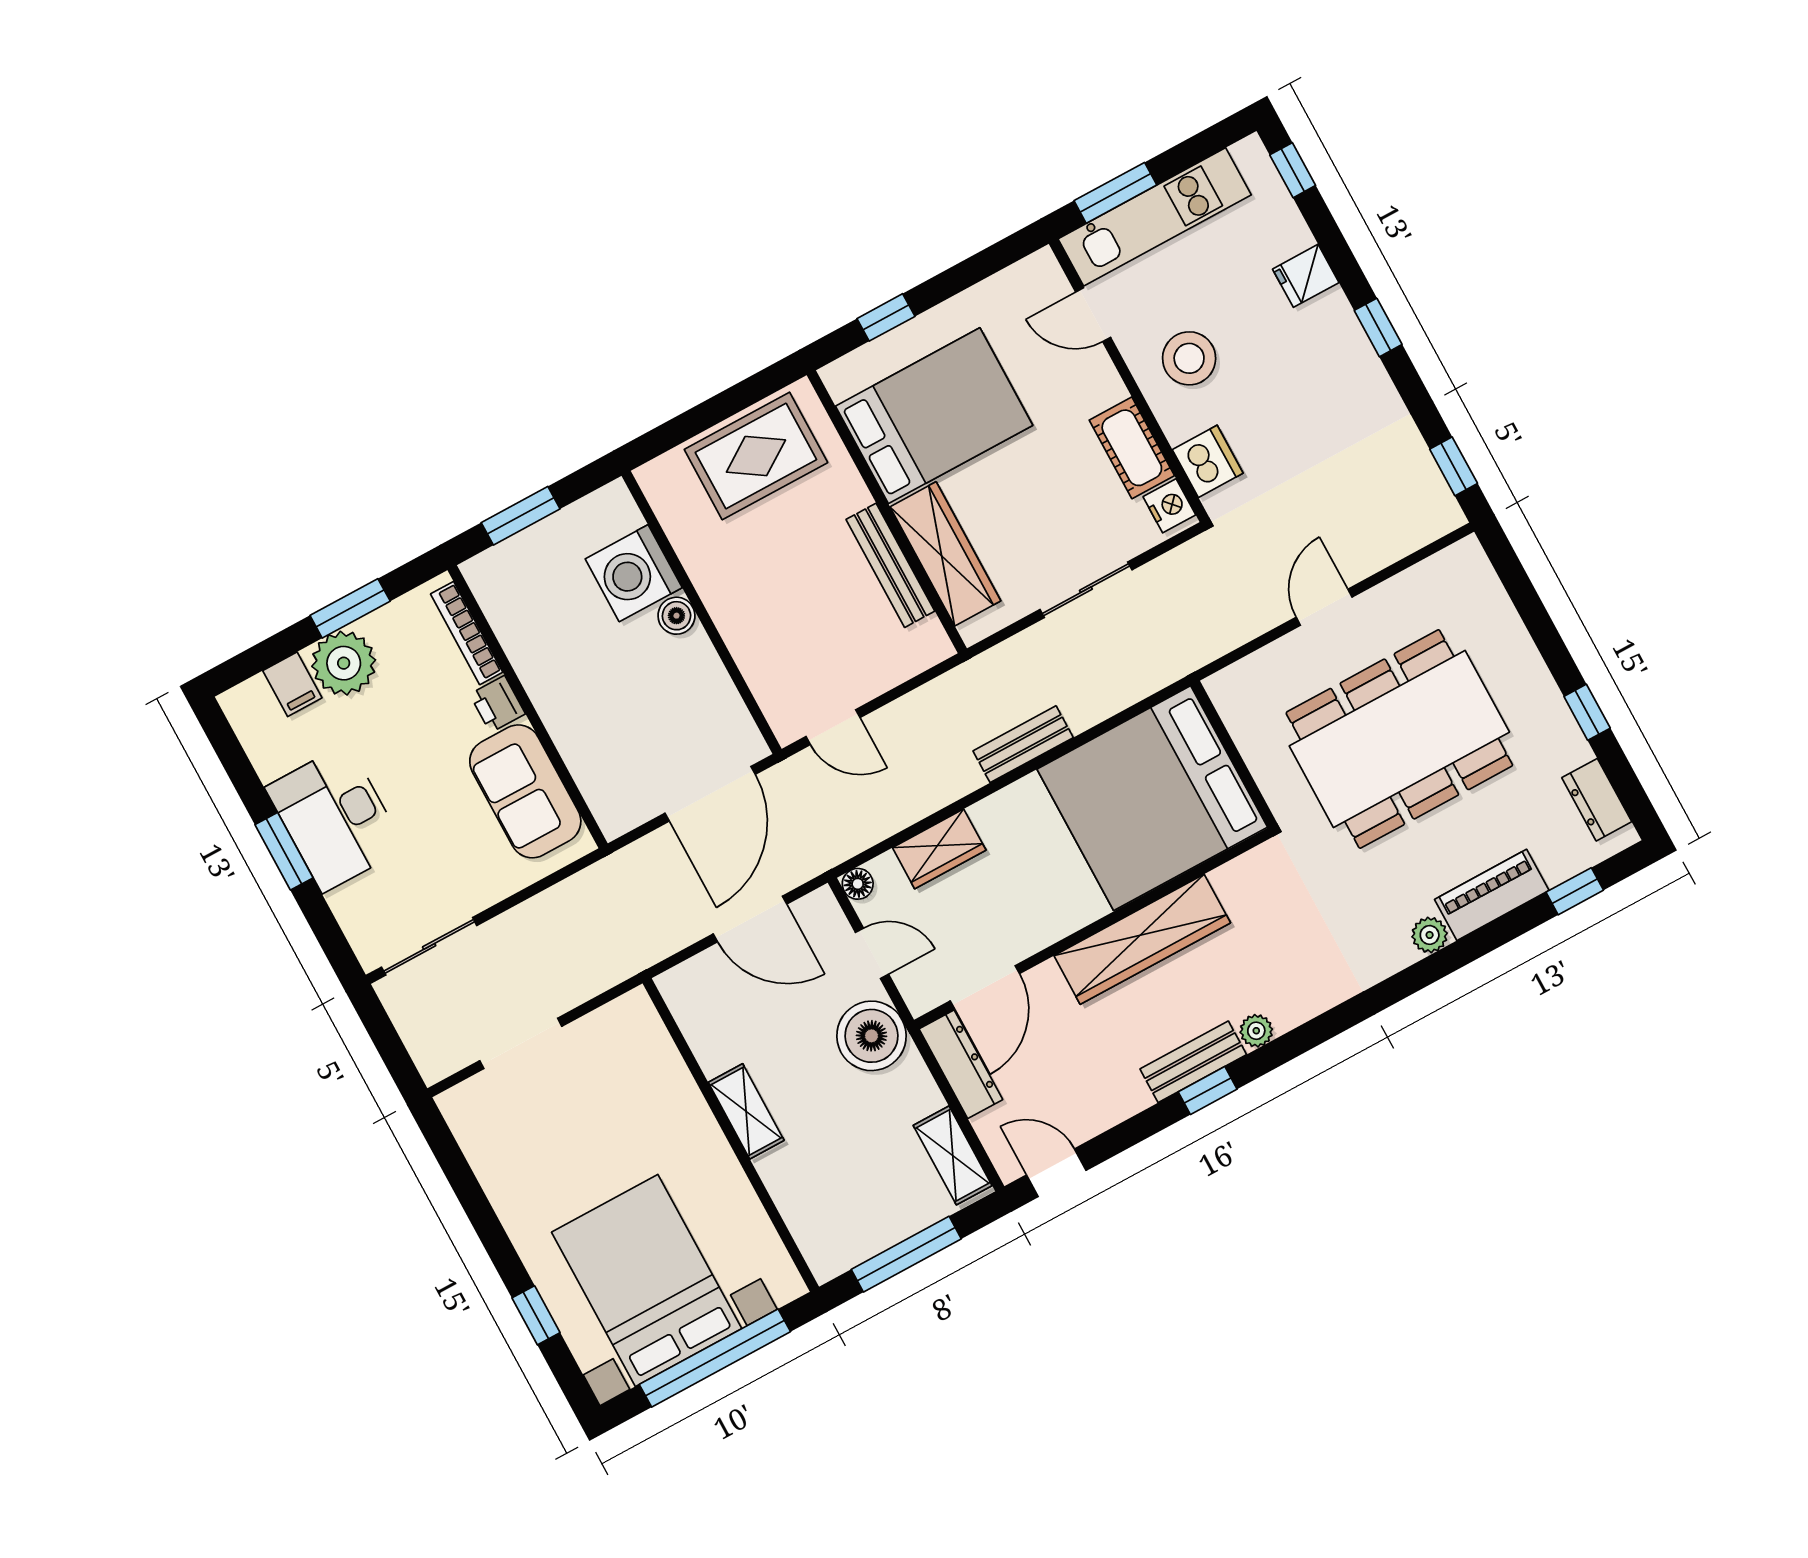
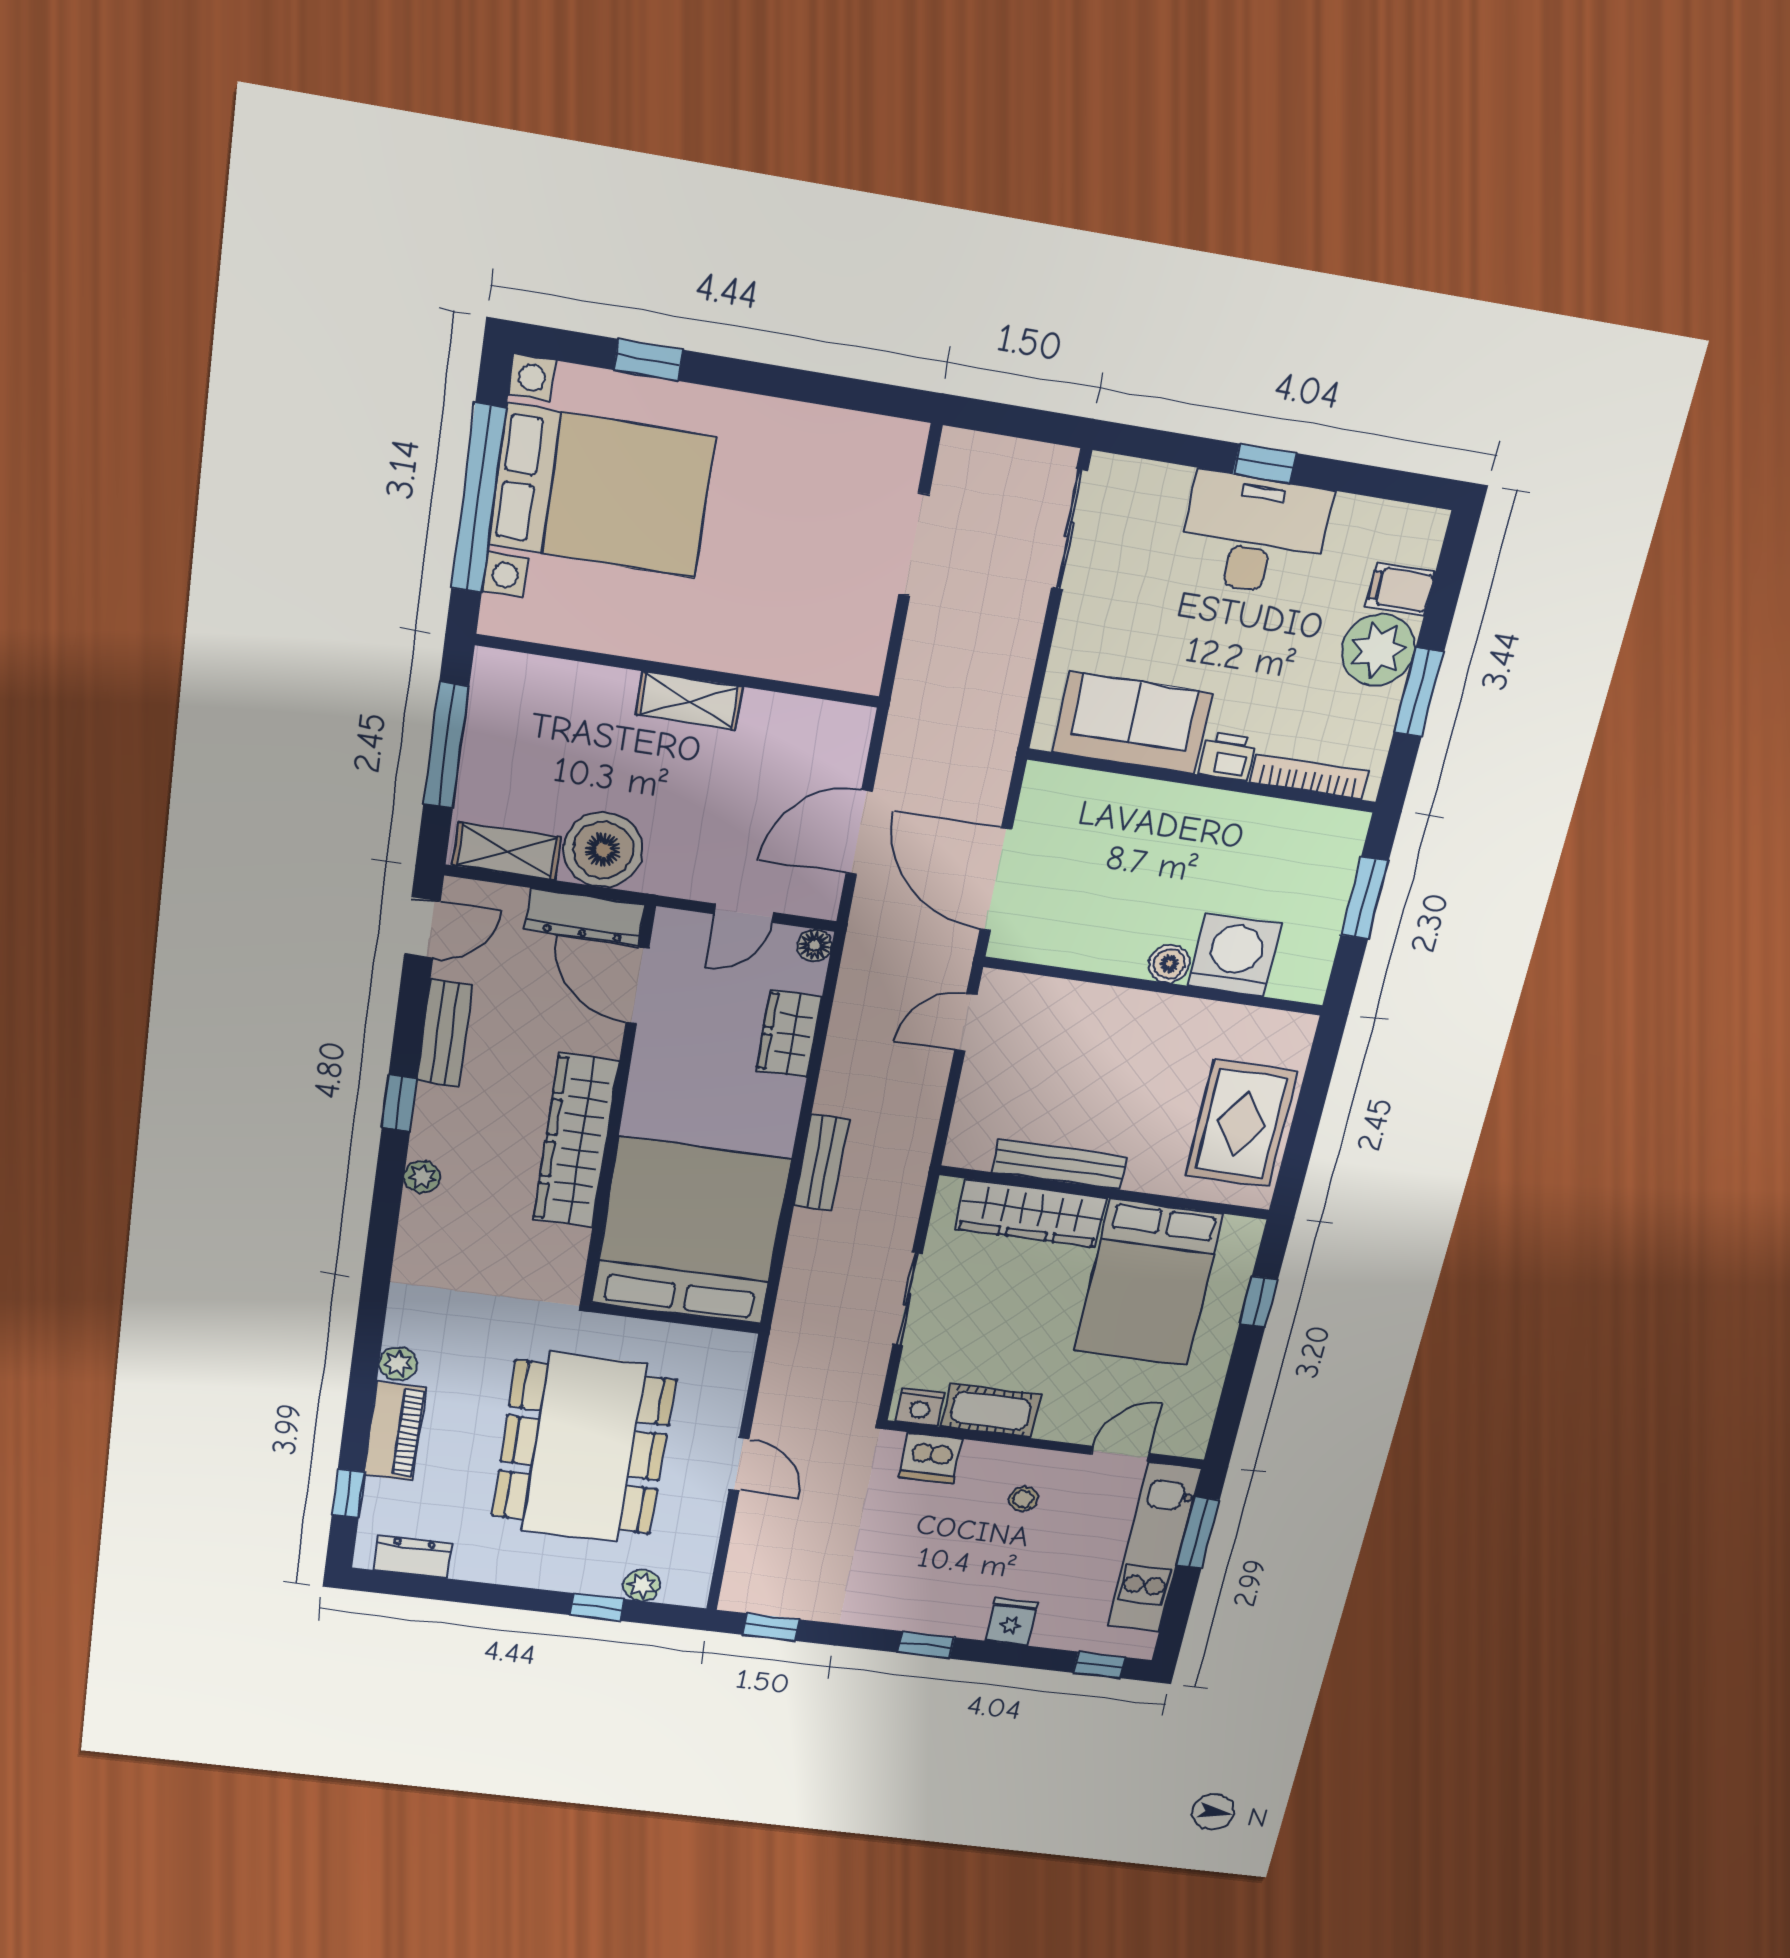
stool: (1189, 358) -> (1023, 1499), width x0.53, depth x0.53
plant: (1491, 600) -> (642, 1585), added
window: (1587, 712) -> (597, 1607), moved
window: (284, 851) -> (1265, 463), width x0.67
boiler: (871, 1036) -> (603, 850), moved
bench: (1193, 1062) -> (445, 1034), moved

